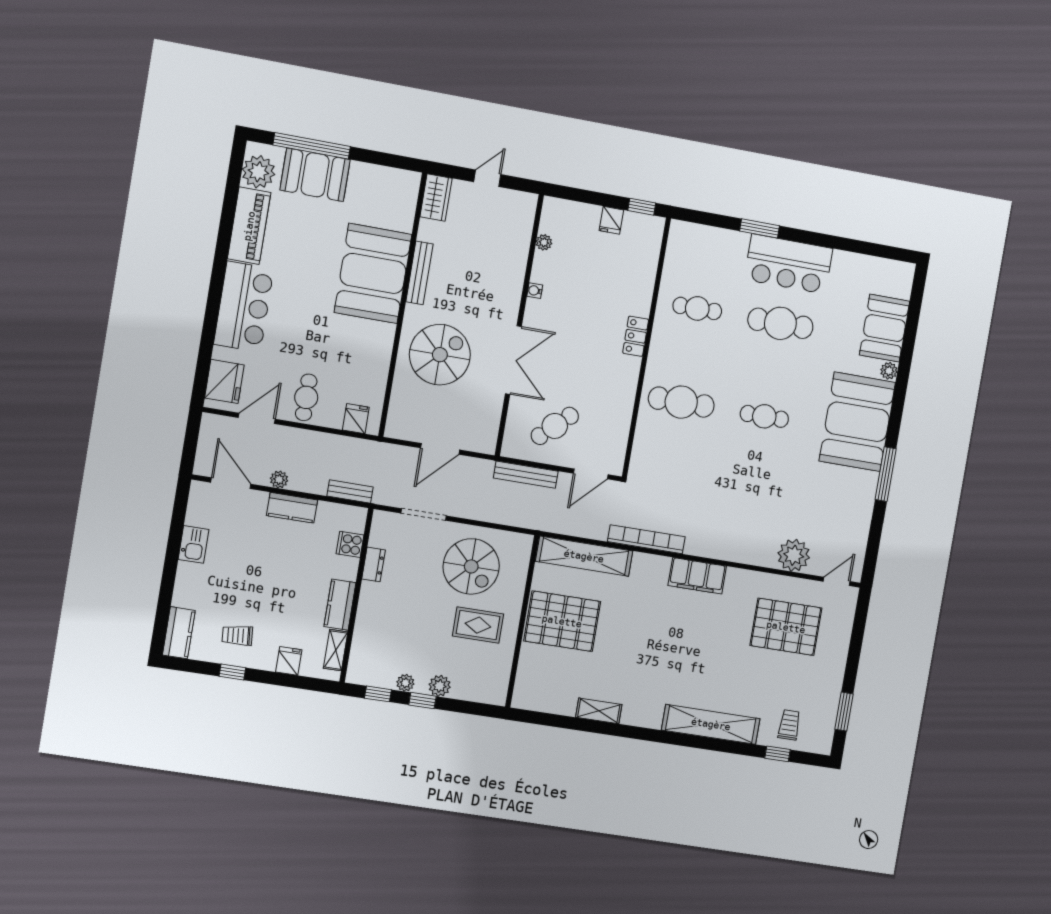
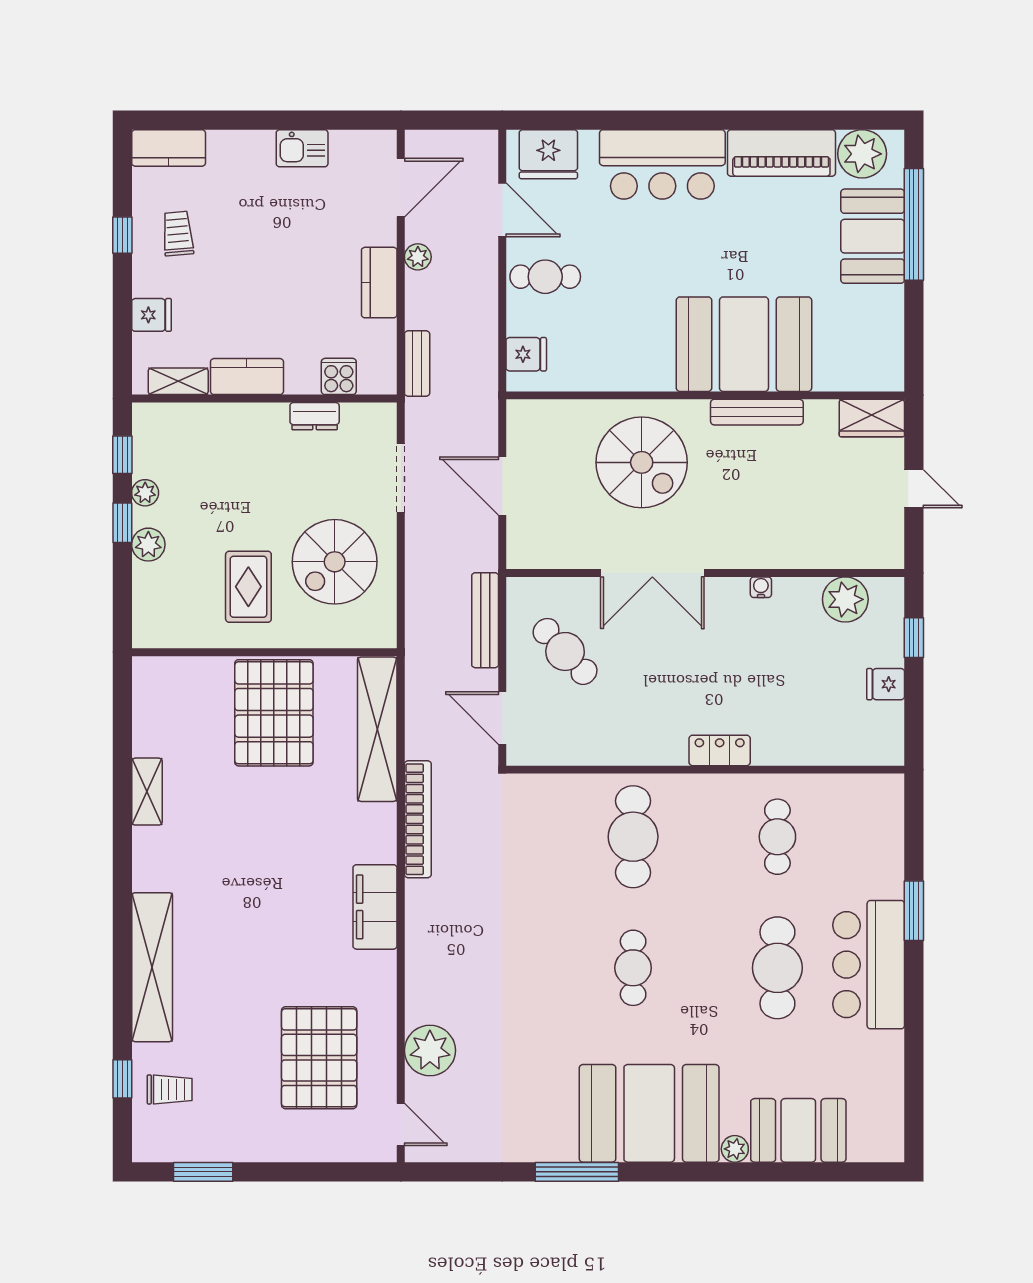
window: (642, 207) -> (914, 638), moved
plant: (544, 242) -> (845, 599), width x1.87, depth x1.87

